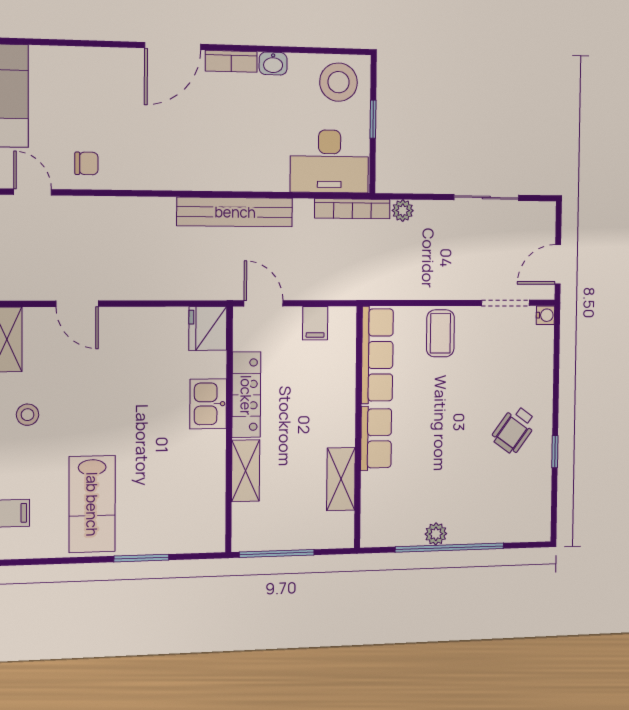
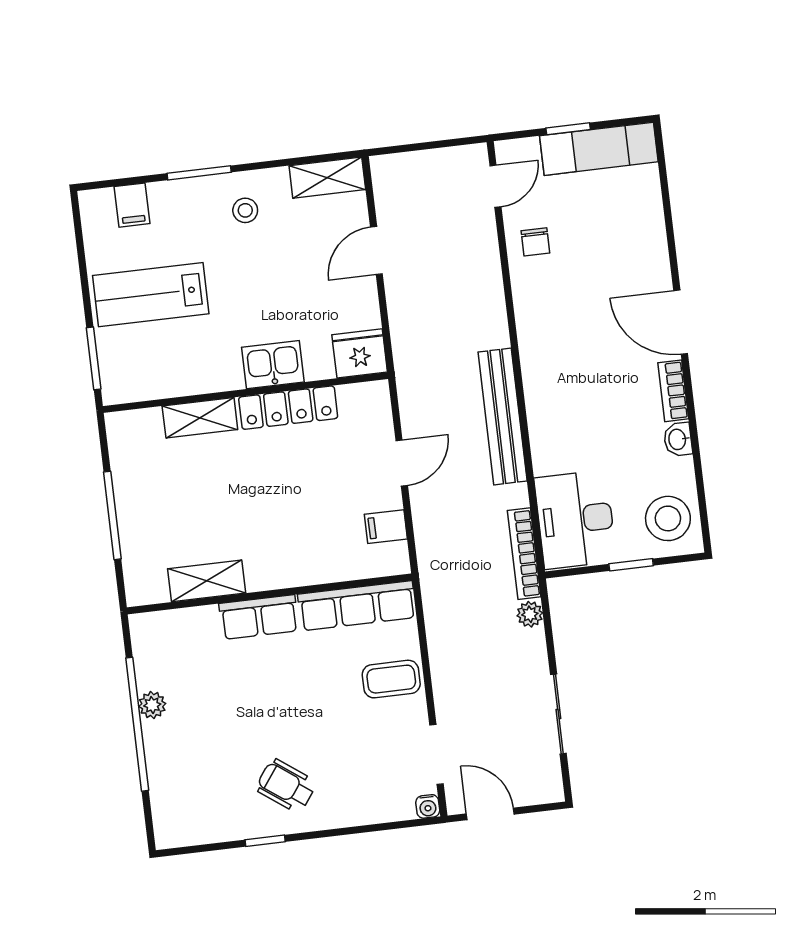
fridge: (208, 328) -> (360, 353), moved
locker: (246, 395) -> (288, 408), moved
kitchen sink: (208, 404) -> (273, 365), moved
wall: (229, 430) -> (245, 393), moved
shelving: (246, 471) -> (200, 418), moved

